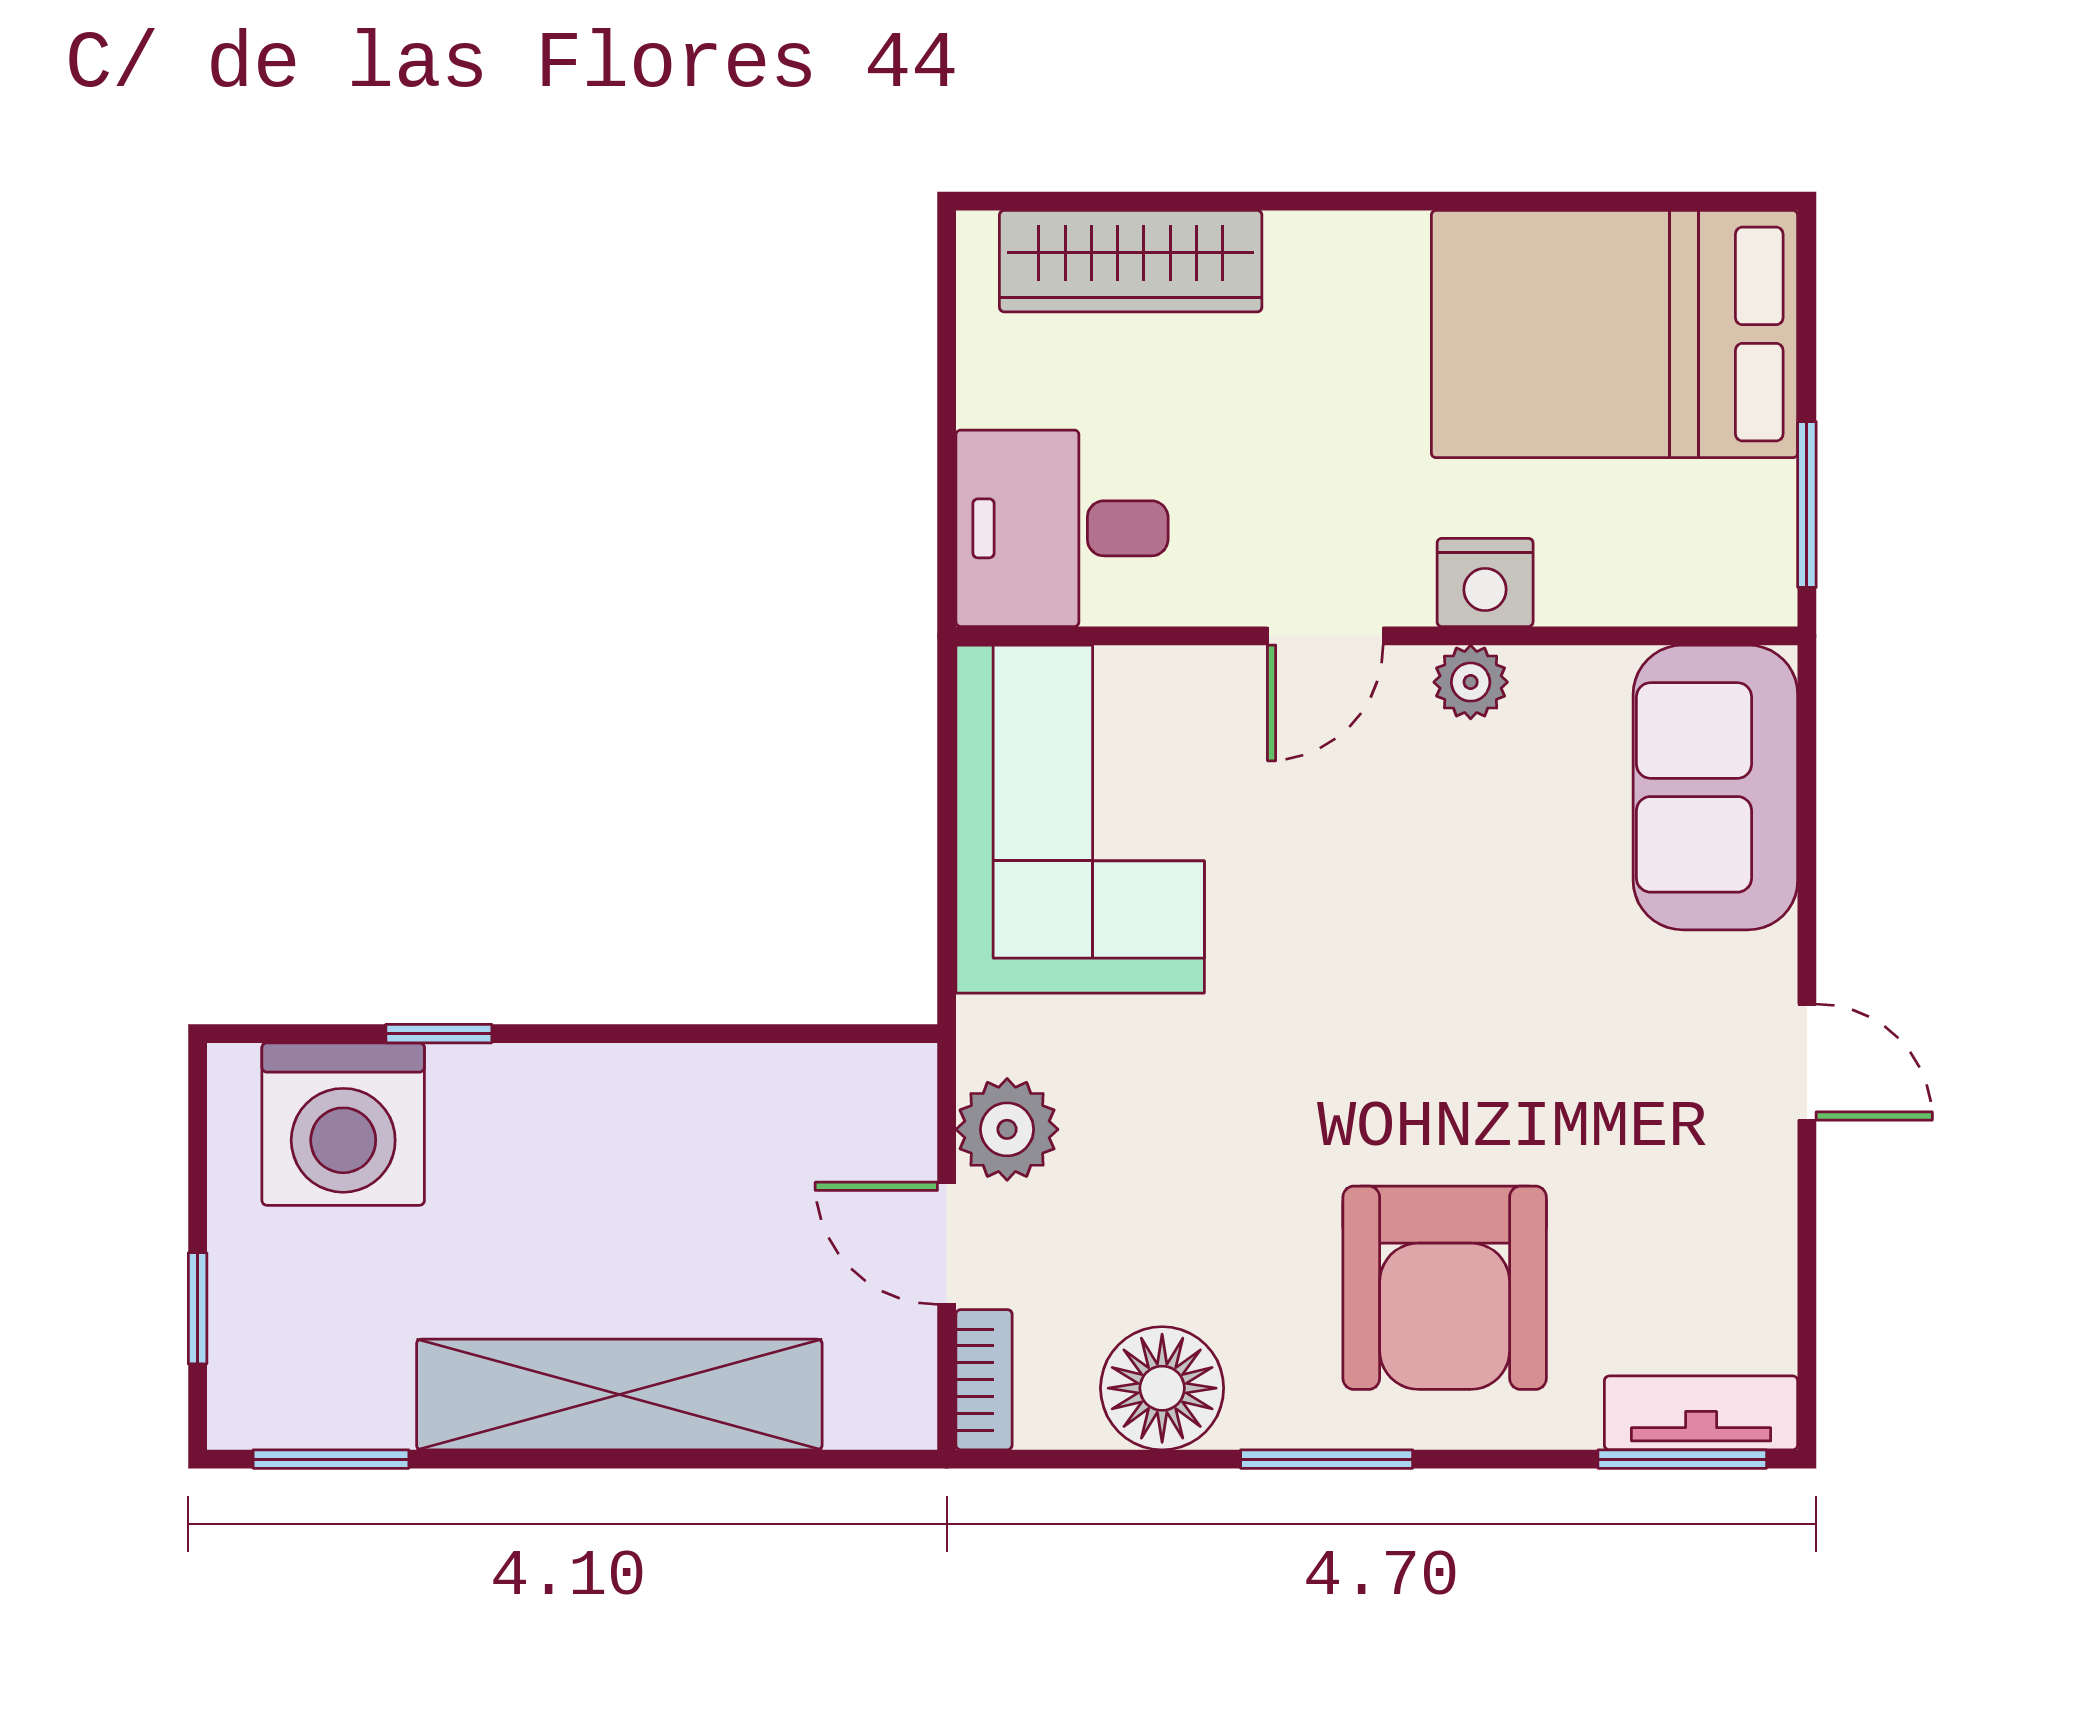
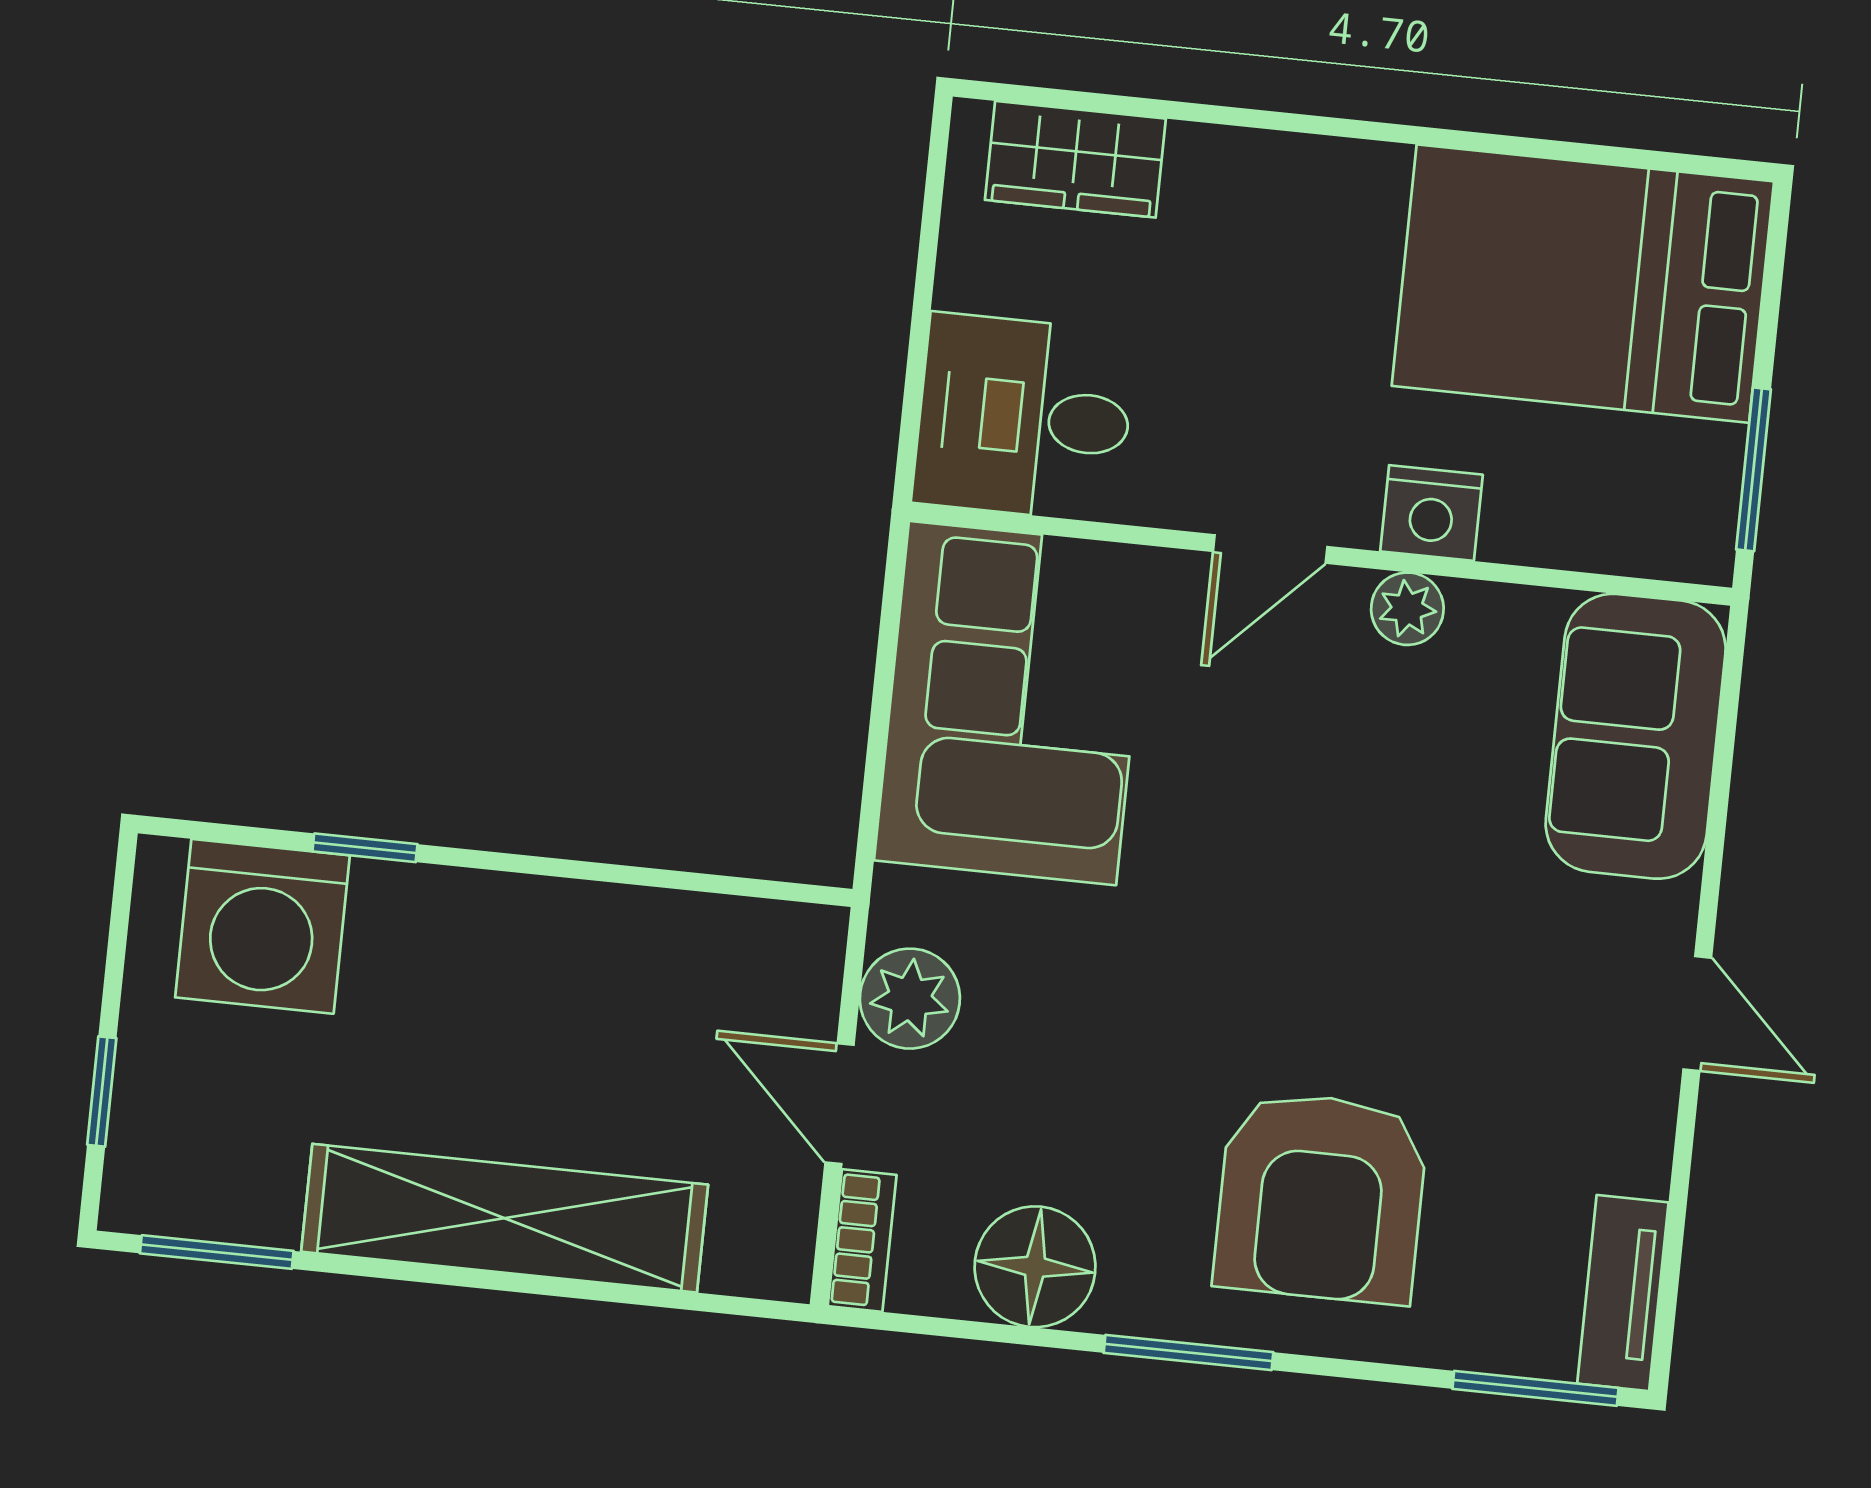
wardrobe: (1131, 261) -> (1075, 159), width x0.67
tv unit: (1701, 1413) -> (1623, 1293), moved, turned -90

